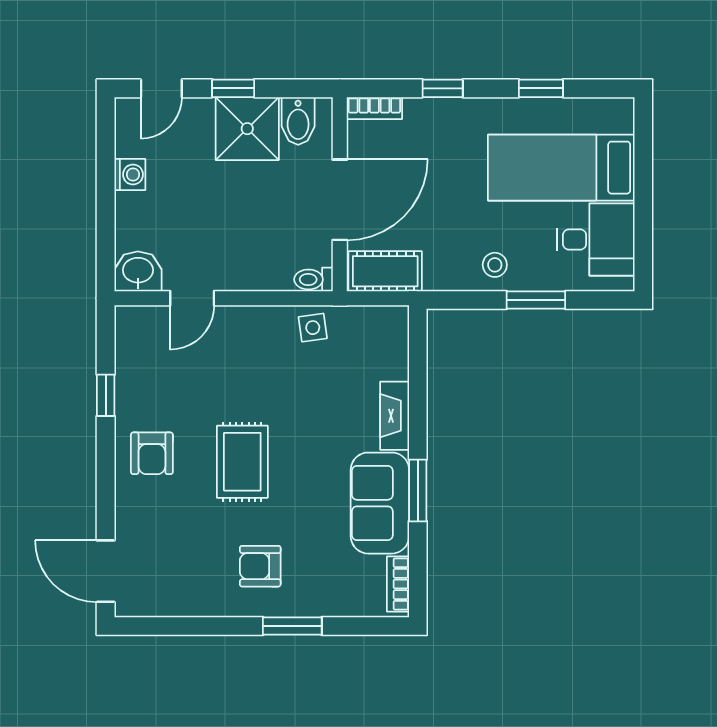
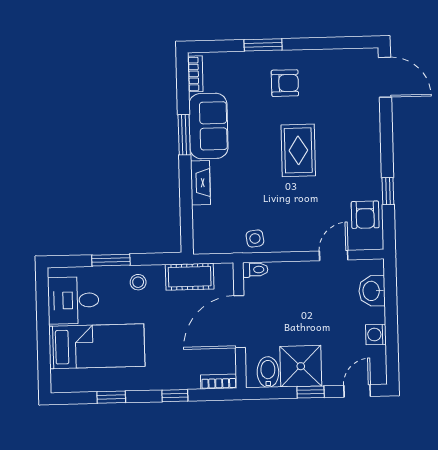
washbasin: (138, 271) -> (372, 291), moved, turned 90
cot: (385, 271) -> (190, 277), moved
armchair: (152, 453) -> (365, 215), moved, turned 180

